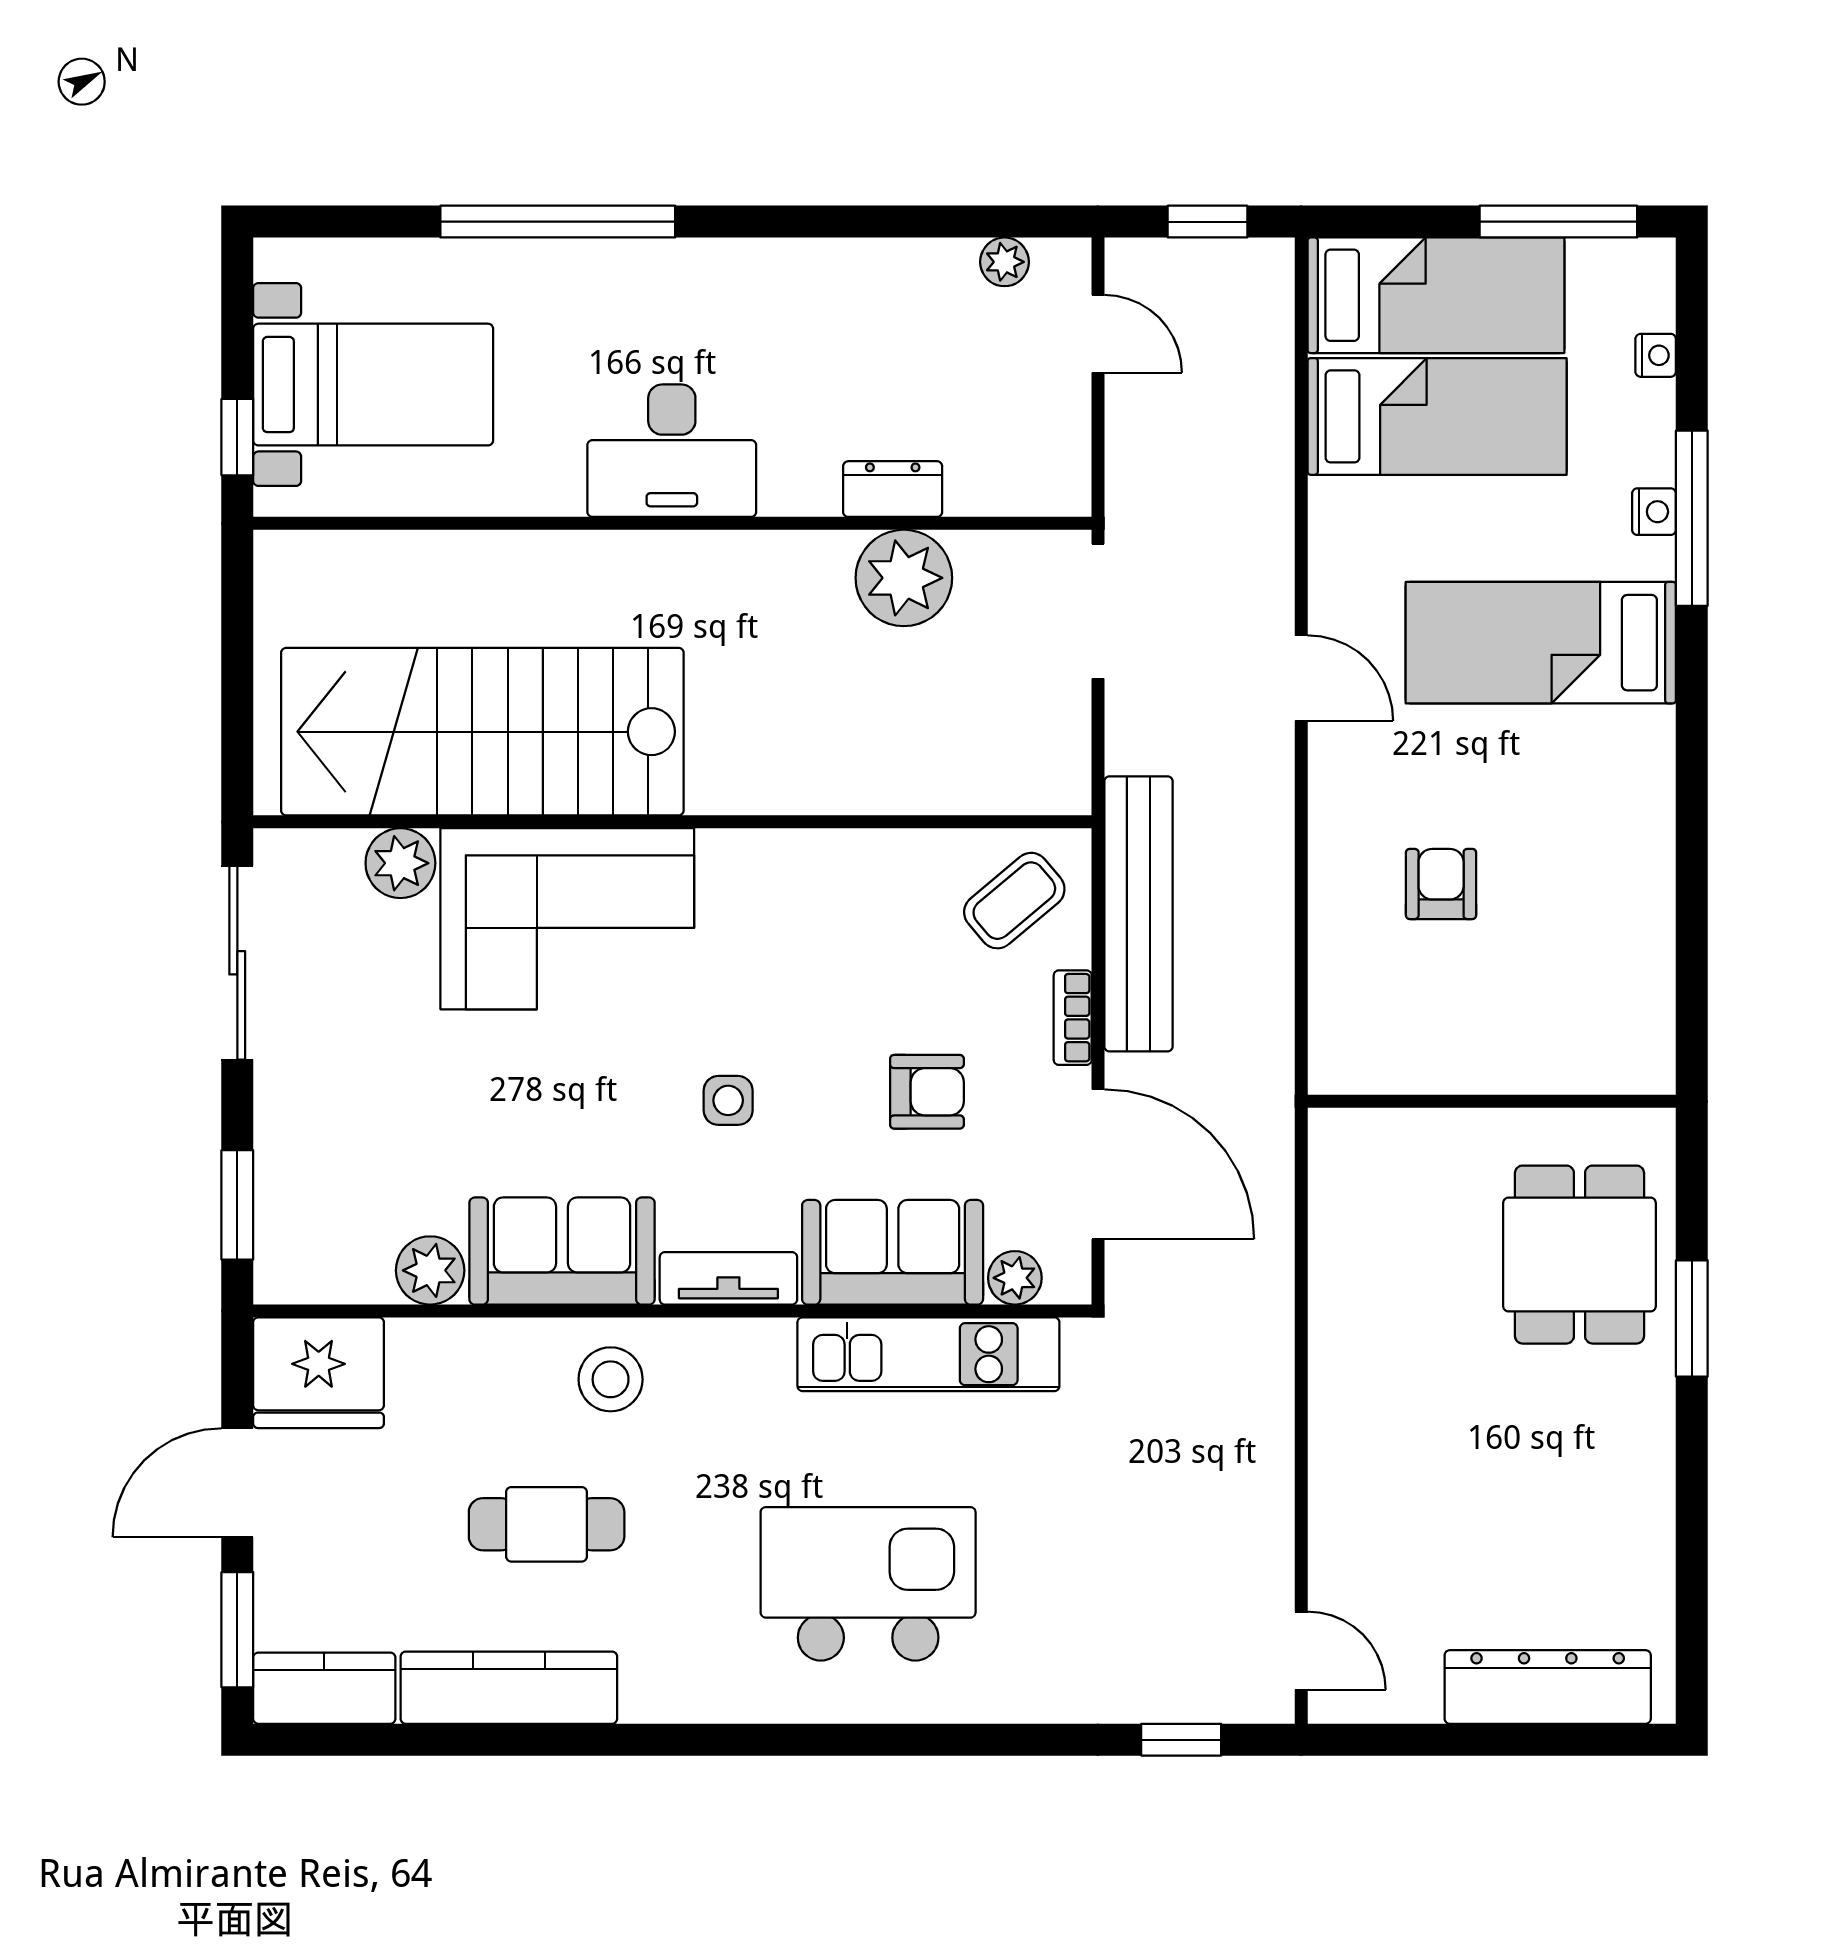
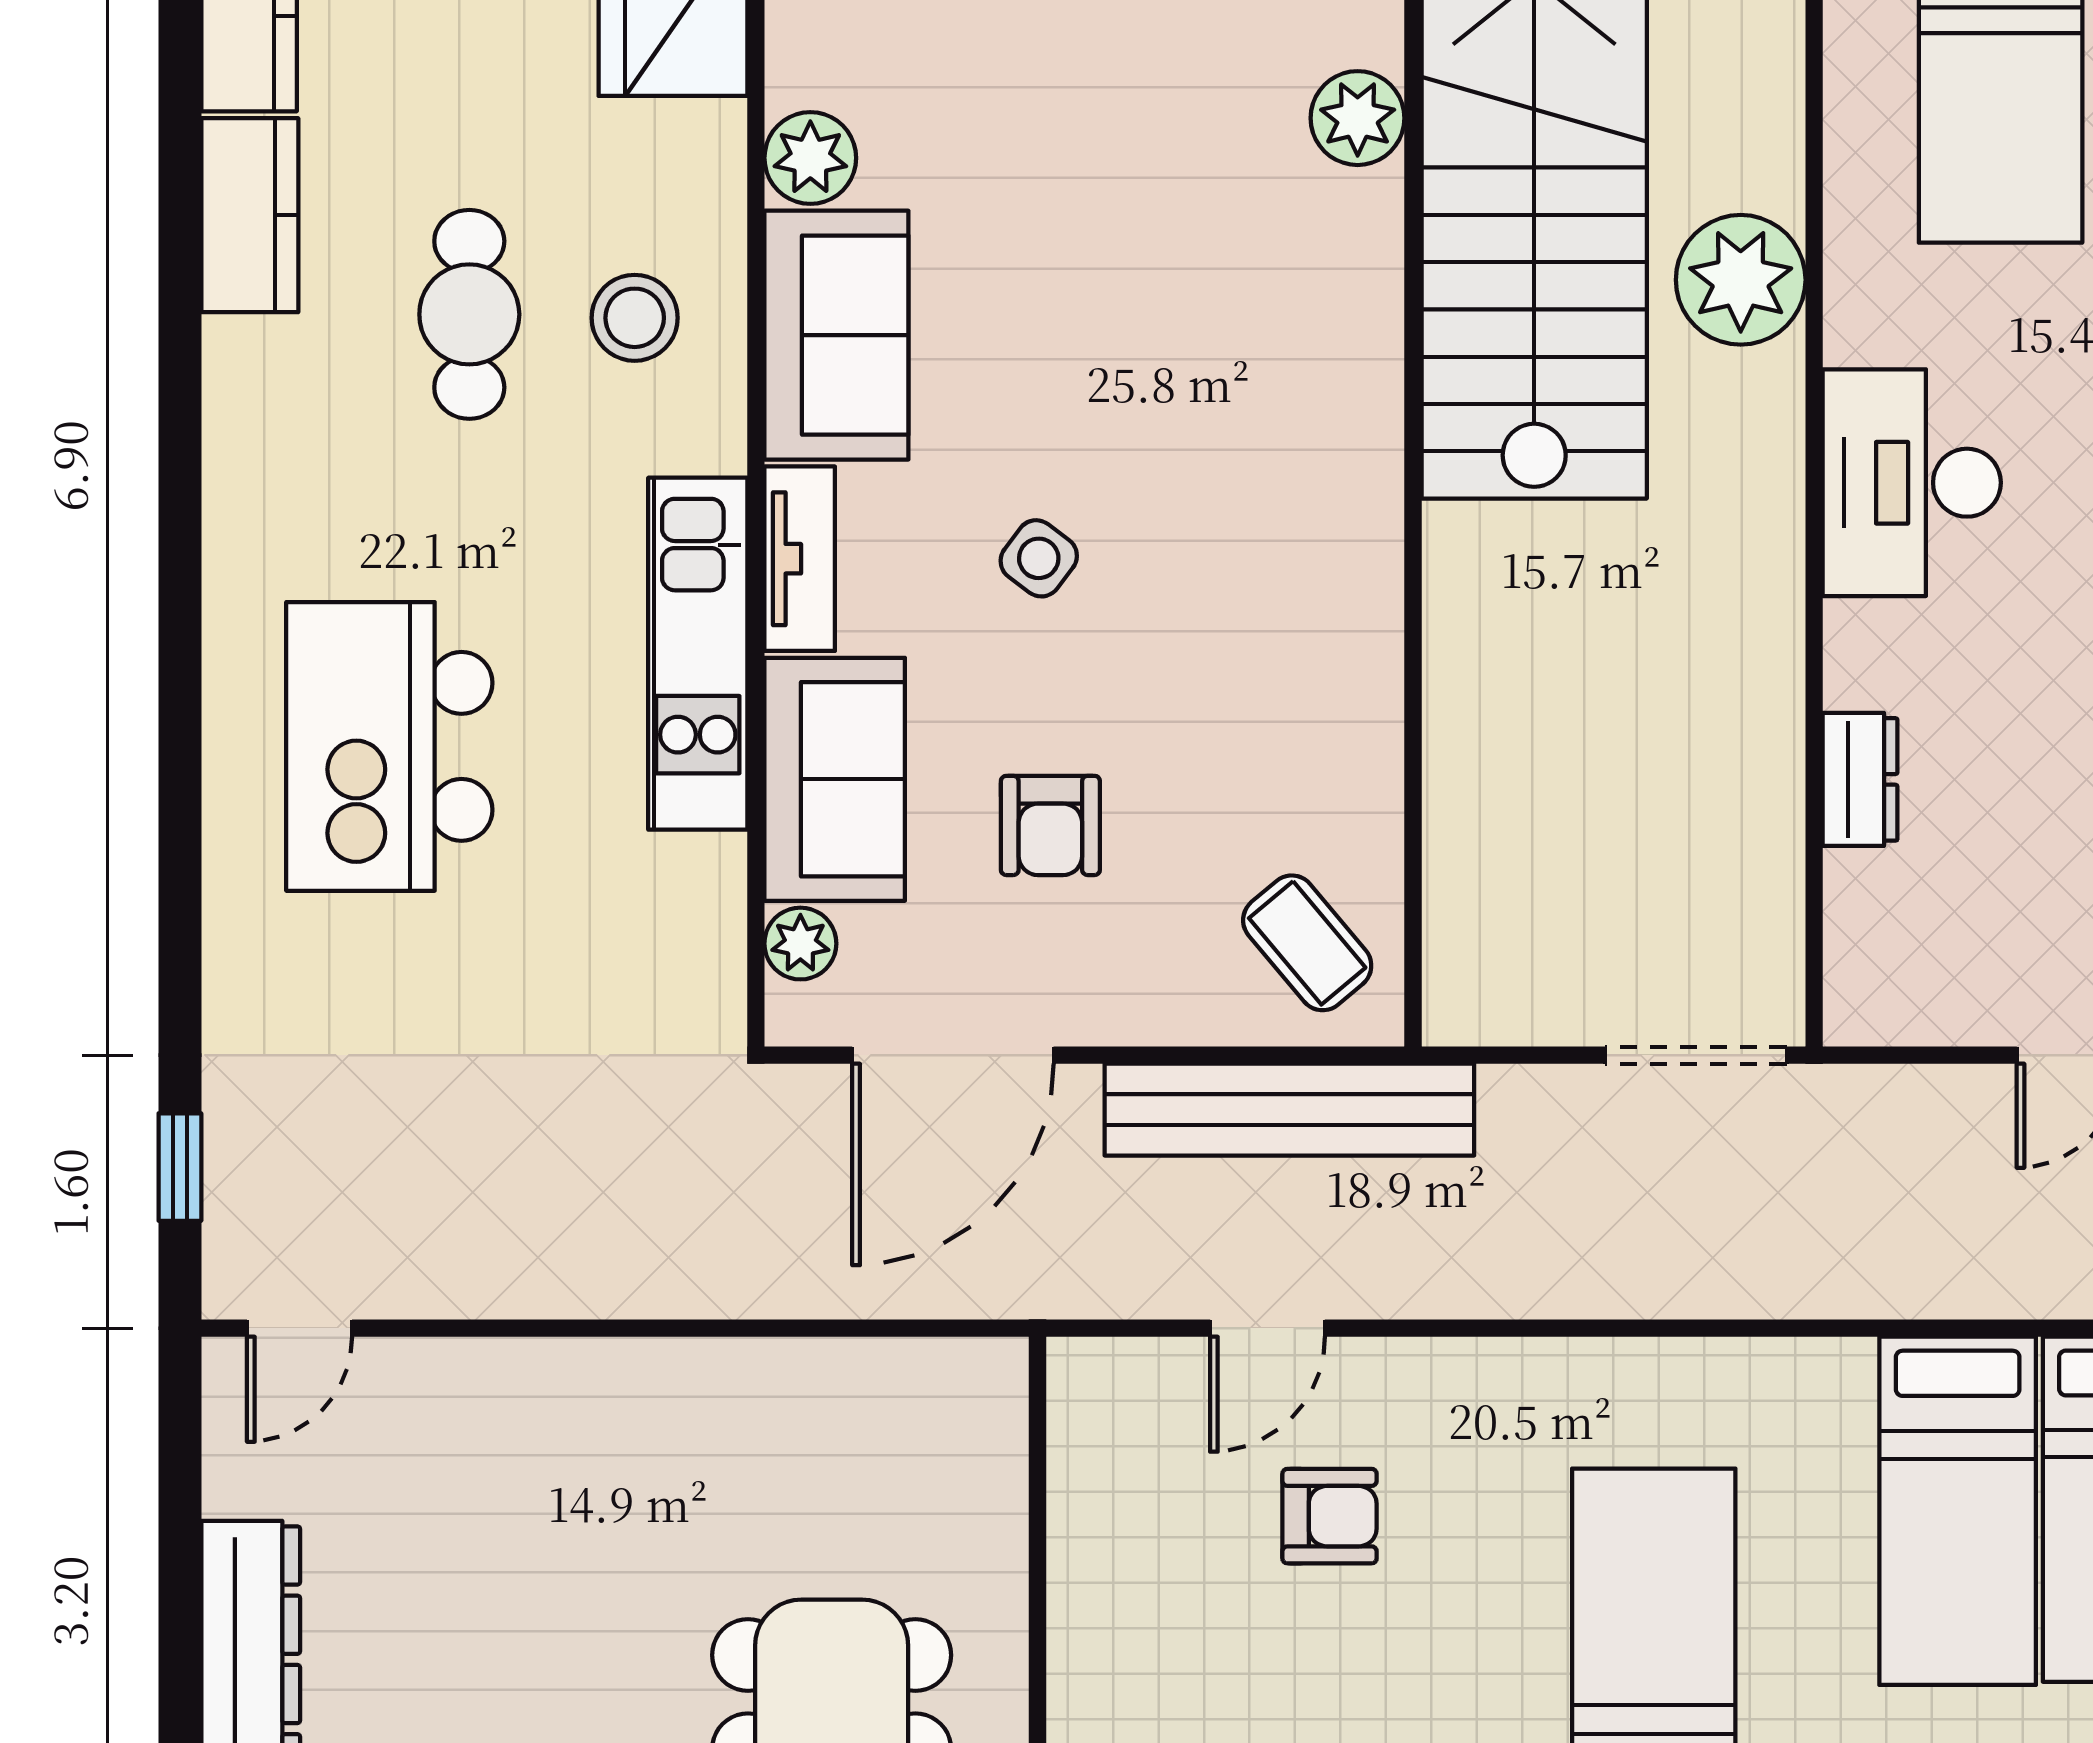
plant: (904, 578) -> (1741, 280), moved
door: (1301, 678) -> (1267, 1328), moved
corner sofa: (567, 919) -> (1283, 342), removed
bookcase: (1073, 1018) -> (1150, 1021), removed
side table: (728, 1100) -> (1039, 558), turned 37
kitchen unit: (928, 1354) -> (698, 654), moved
stool: (611, 1379) -> (635, 318), moved
kitchen island: (868, 1584) -> (389, 746), turned 180
kitchen counter: (509, 1688) -> (250, 215), width x0.67

